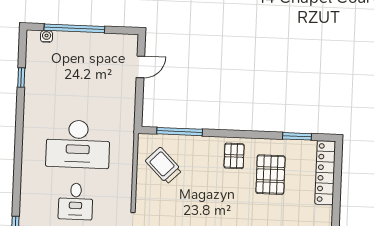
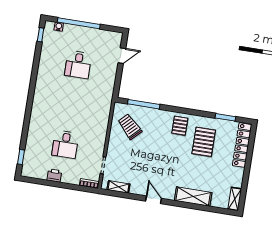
window: (21, 77) -> (41, 35), moved
desk: (78, 144) -> (78, 65), moved, width x0.53, depth x0.77

